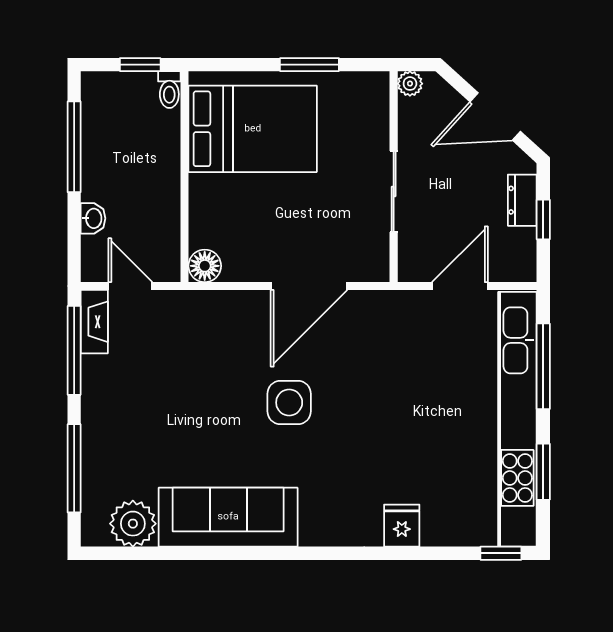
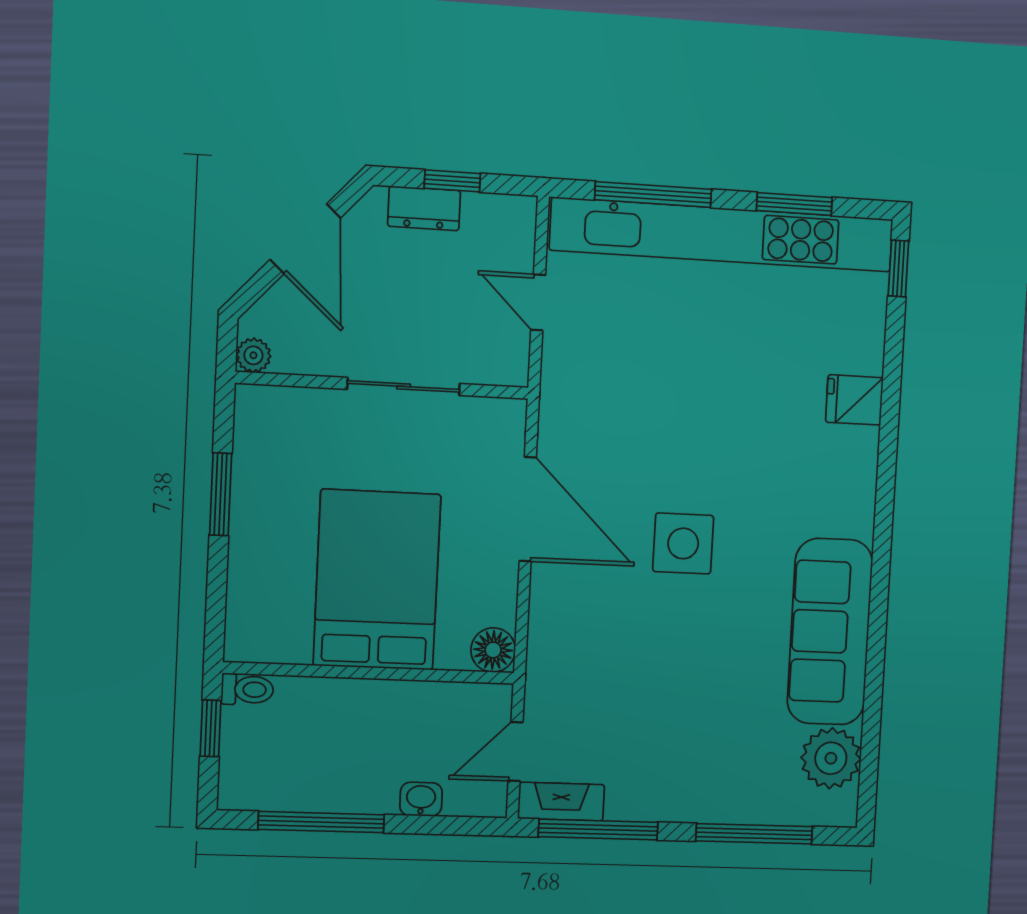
bed: (253, 129) -> (377, 580), moved
door: (460, 286) -> (538, 302), width x0.73

